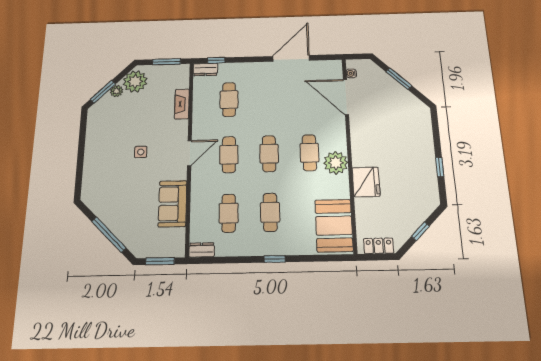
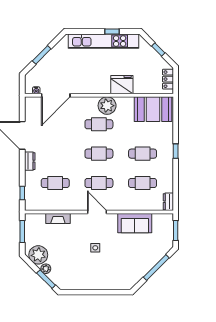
dresser: (205, 70) -> (30, 161), moved
kitchen unit: (425, 156) -> (103, 41), added

